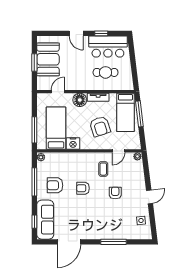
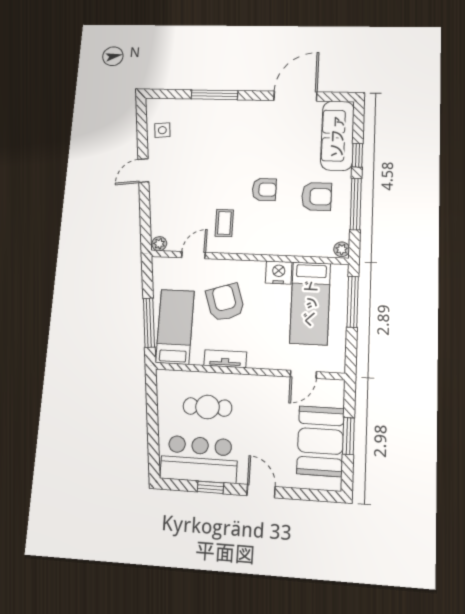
floor lamp: (80, 100) -> (261, 355), removed
armchair: (115, 193) -> (205, 179), removed
window: (34, 222) -> (357, 155), moved

